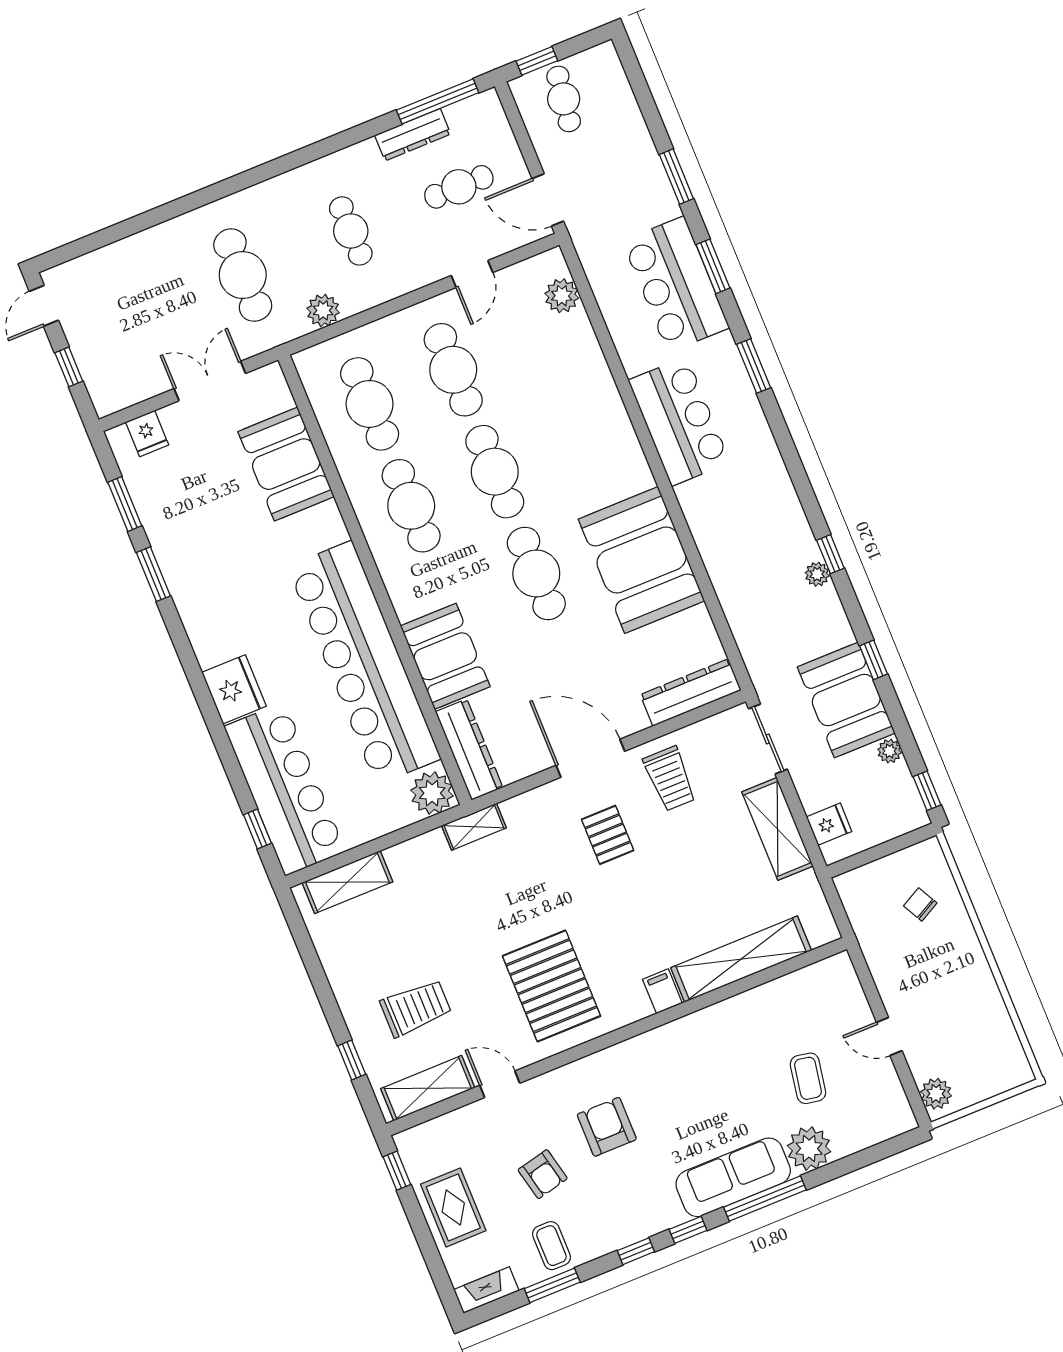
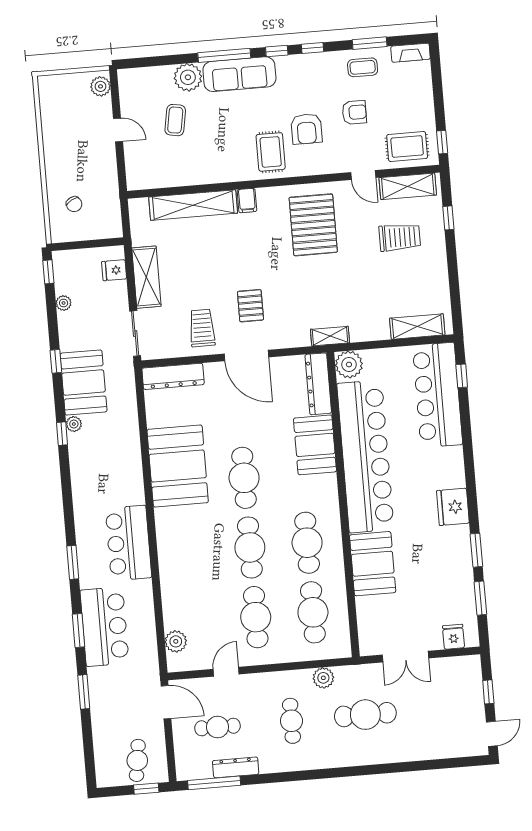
cafe table: (243, 275) -> (365, 715), turned 90
booth: (286, 464) -> (373, 564), moved
fridge: (234, 689) -> (453, 507), moved
booth: (846, 700) -> (84, 382), moved
trolley: (416, 1008) -> (400, 237), turned 180
rug: (650, 1075) -> (271, 152), added
armchair: (543, 1174) -> (354, 112), turned 103
rug: (453, 1207) -> (407, 146), moved, turned 90
coffee table: (551, 1246) -> (363, 67), turned 90

